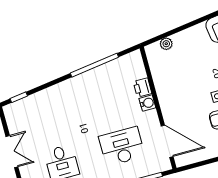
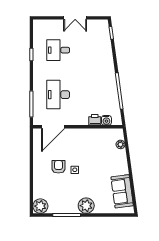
water cooler: (147, 103) -> (106, 120), moved
desk: (122, 146) -> (58, 95), turned 180

